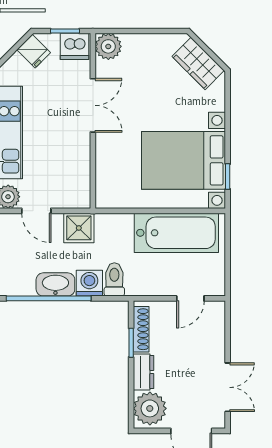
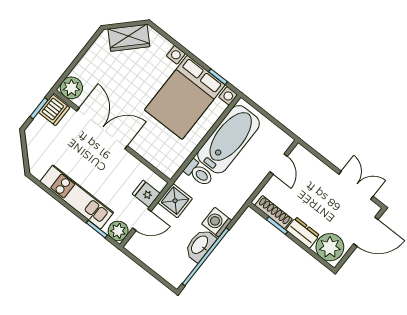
fridge: (34, 51) -> (146, 194), moved, turned -135
double door: (93, 105) -> (102, 128), width x1.37
toilet: (114, 279) -> (199, 173), moved, turned 180

